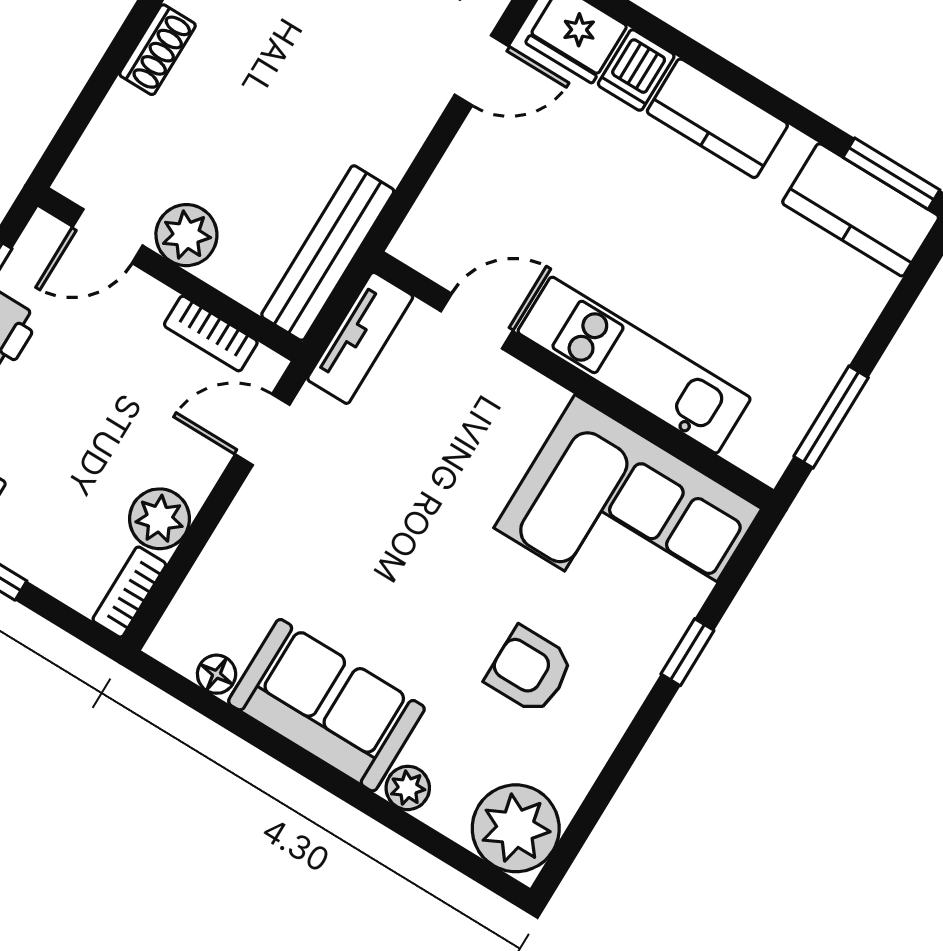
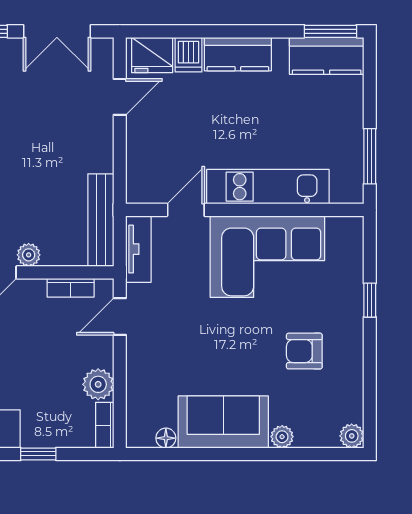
plant: (186, 235) -> (29, 255), width x0.73, depth x0.73
corner sofa: (628, 518) -> (267, 257), moved
plant: (516, 828) -> (352, 436), width x0.53, depth x0.53

